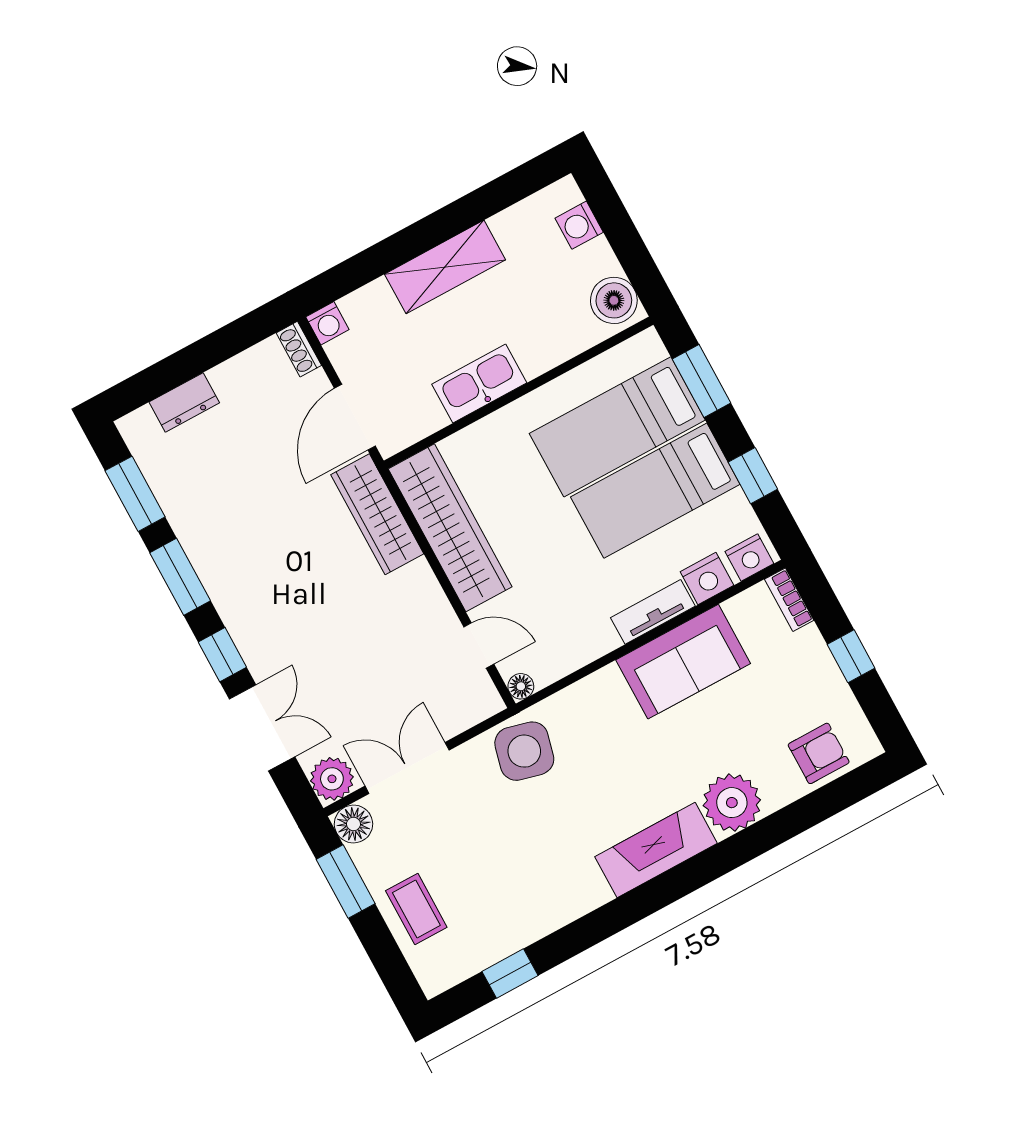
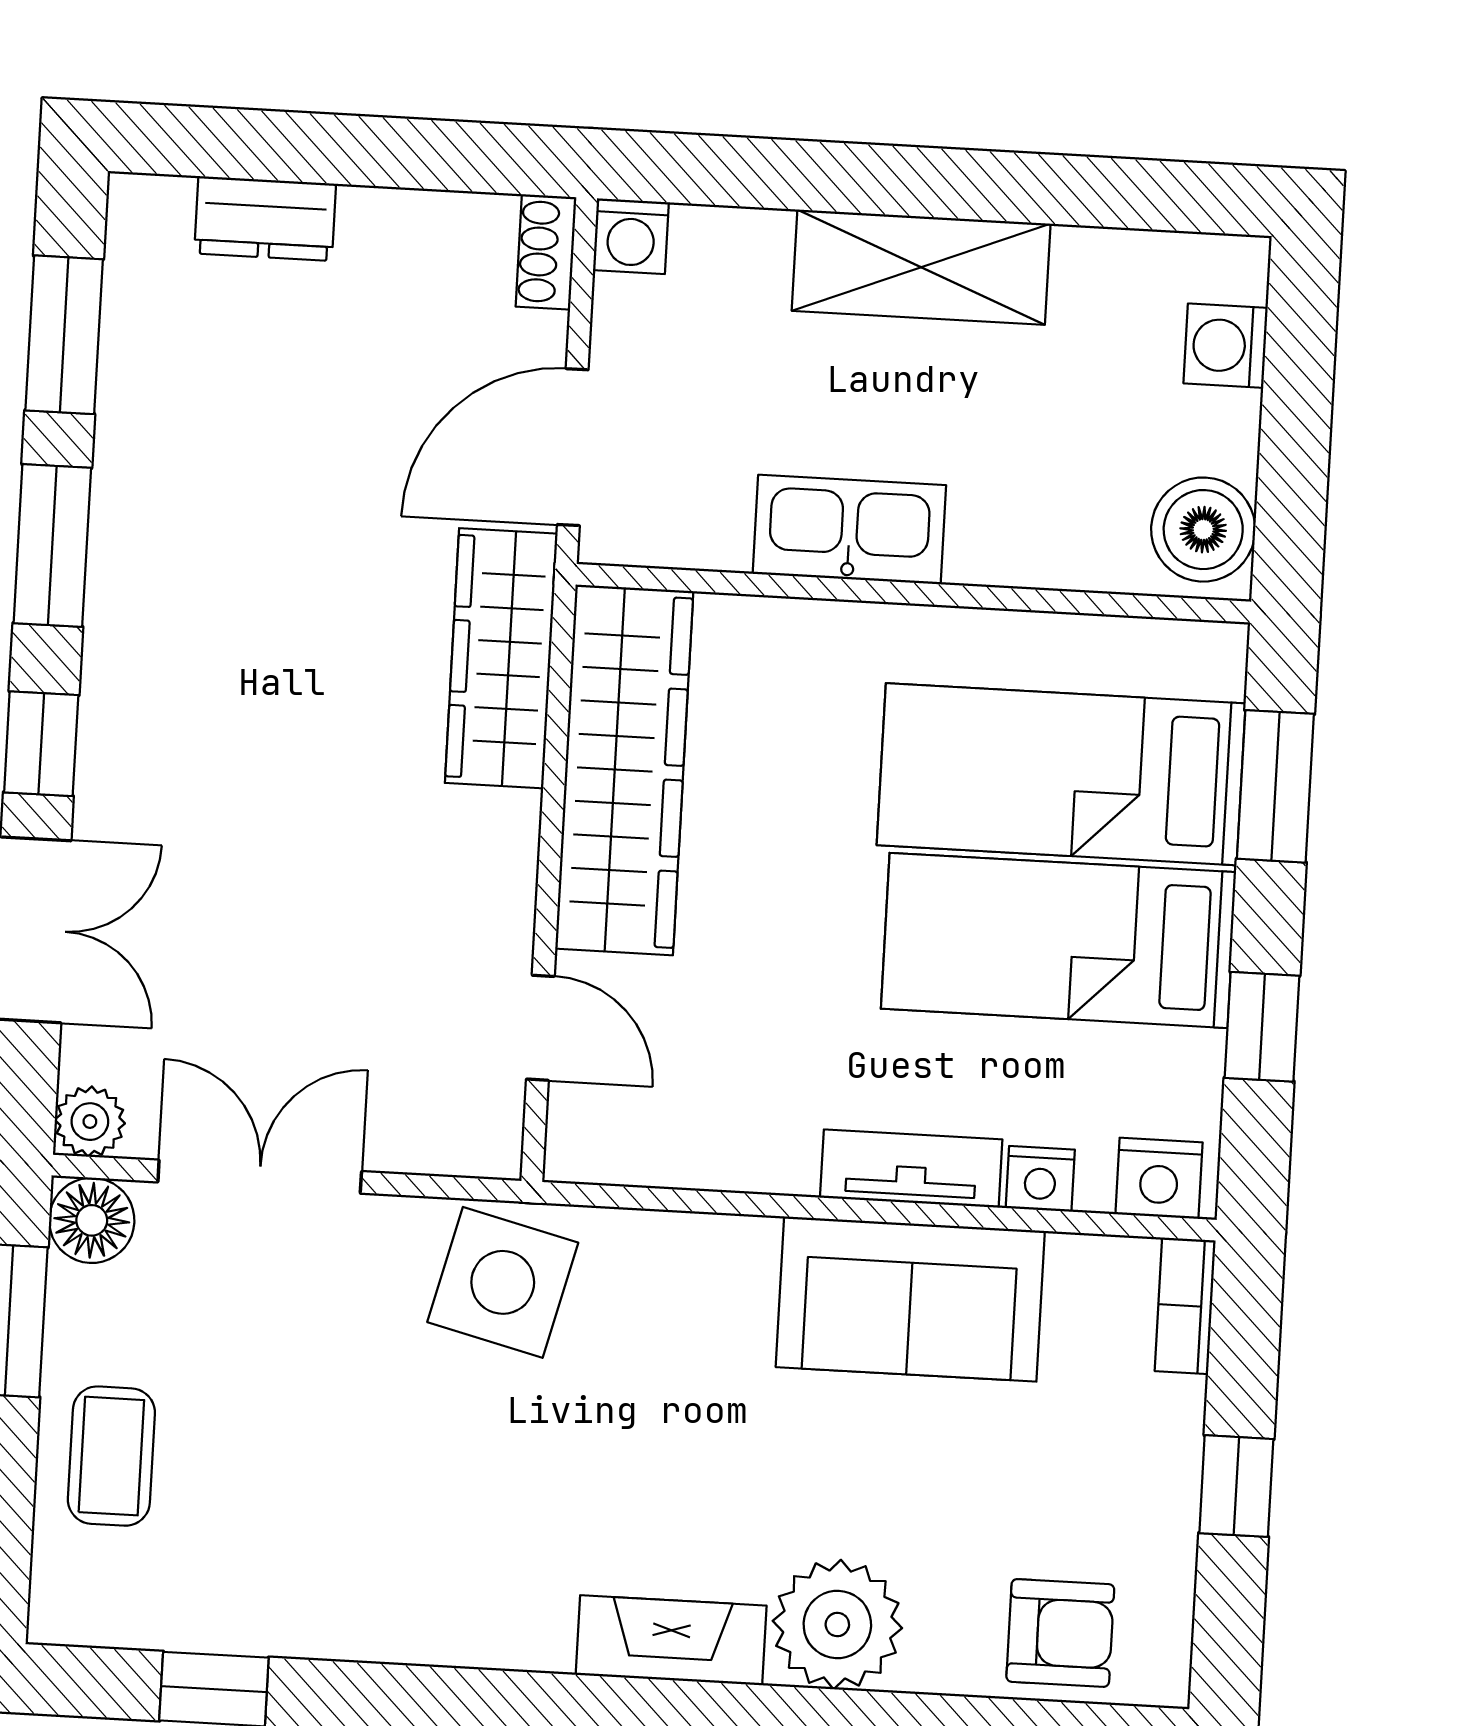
nightstand: (707, 578) -> (1040, 1179), width x0.72, depth x0.74
floor lamp: (521, 686) -> (572, 1155), removed
plant: (332, 779) -> (90, 1122), width x0.73, depth x0.73
fireplace: (656, 850) -> (671, 1640), width x0.73, depth x0.76

